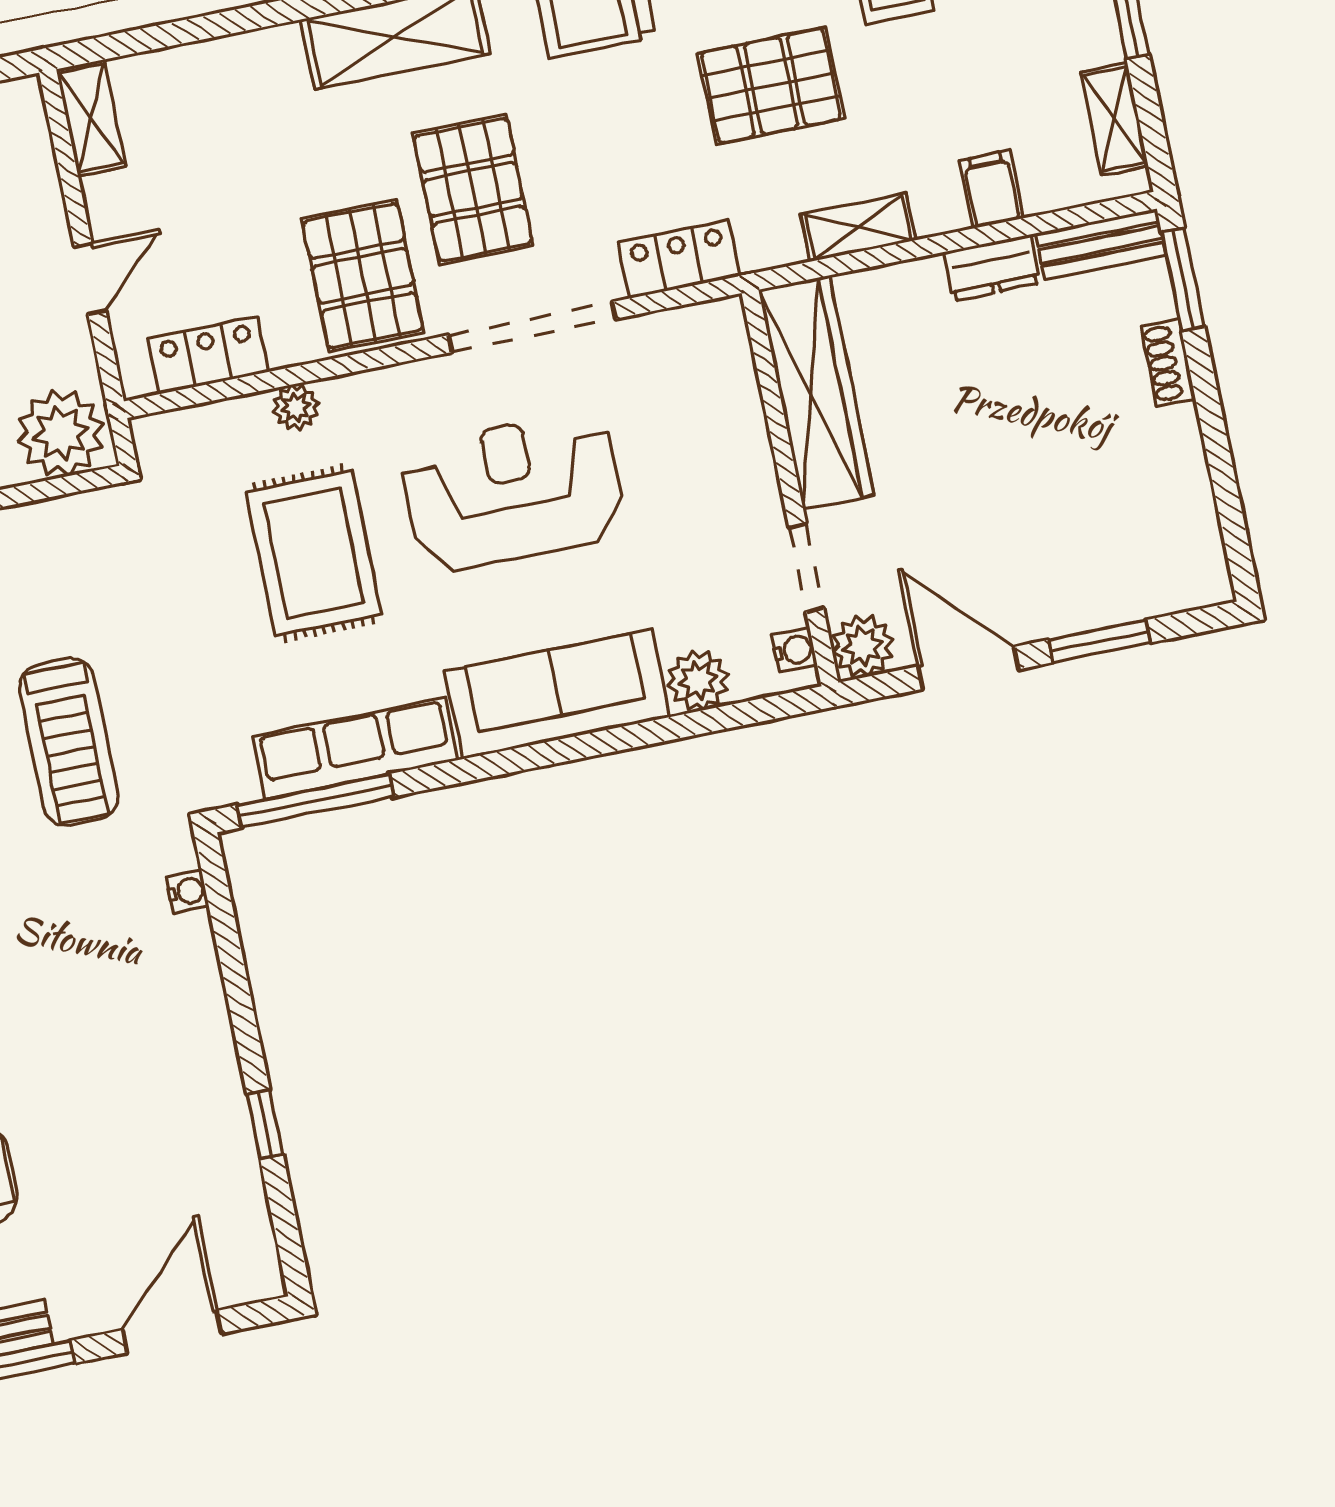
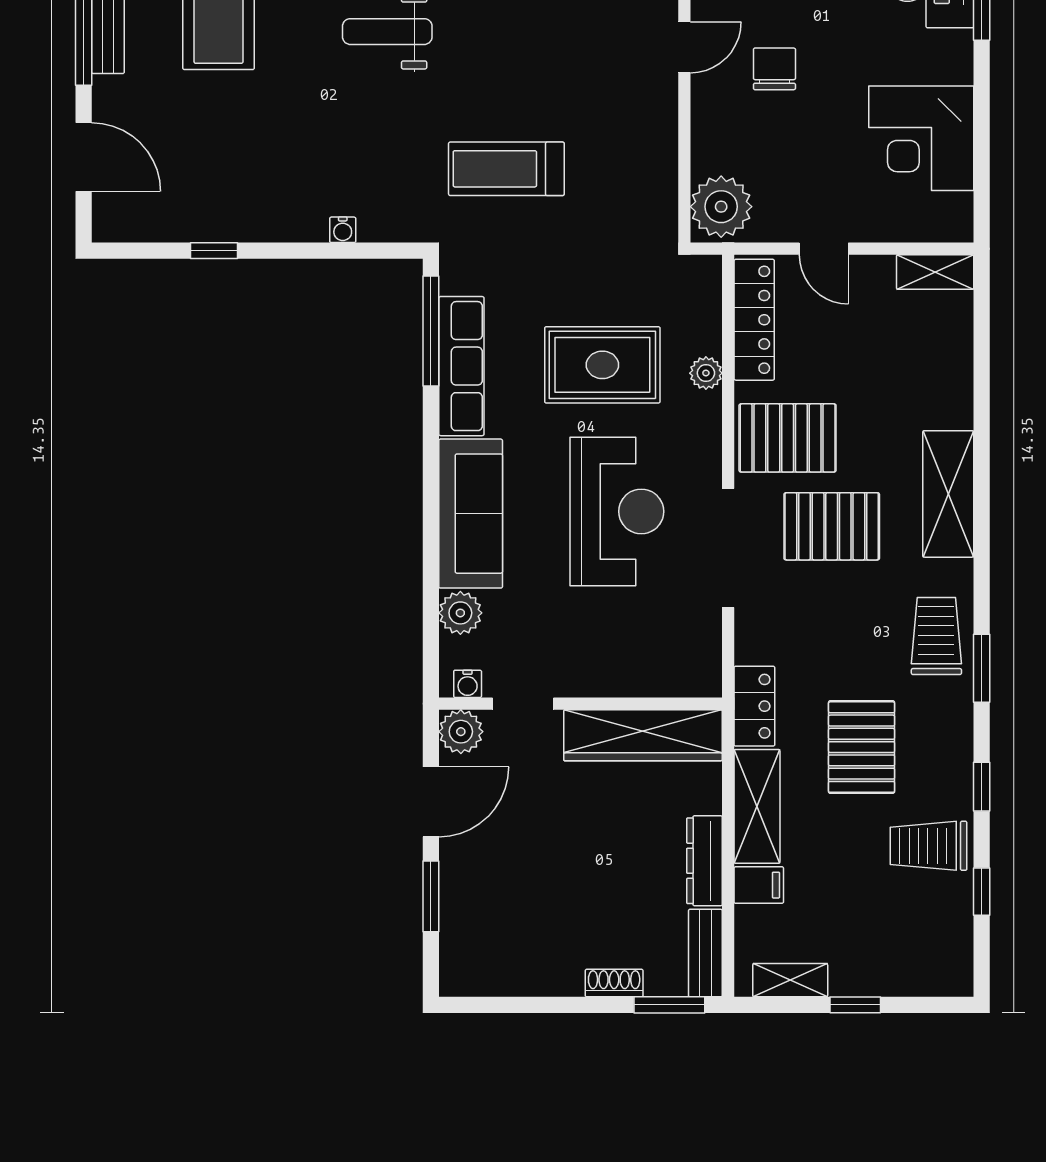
shelving: (858, 227) -> (757, 806), width x1.50, depth x1.33
locker: (679, 259) -> (754, 706), moved
dresser: (992, 268) -> (704, 861), width x1.44
locker: (208, 355) -> (754, 320), width x1.53
water cooler: (187, 891) -> (343, 230), moved

